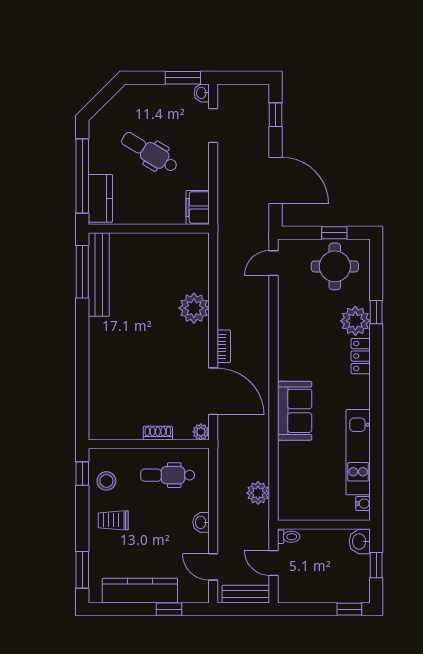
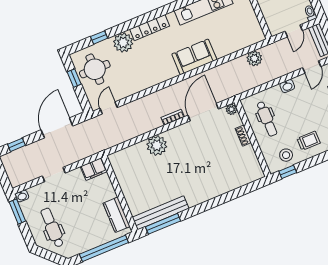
doorway: (213, 125) -> (54, 174), moved
dental chair: (150, 152) -> (52, 228), moved, turned 149
kitchen counter: (100, 198) -> (117, 215), moved, turned -90
door: (274, 263) -> (109, 108), swing flipped
window: (376, 312) -> (99, 37), moved
locker: (361, 356) -> (150, 28), width x1.53
trolley: (113, 520) -> (309, 141), turned -90
toilet: (289, 537) -> (310, 13), moved

